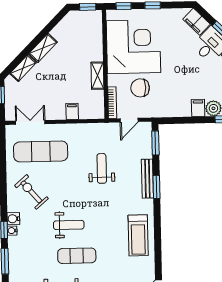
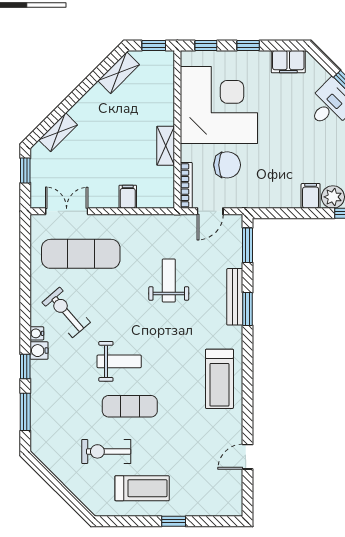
filing cabinet: (197, 22) -> (288, 62), moved, turned -45
shelving: (43, 48) -> (119, 73), moved
chair: (140, 88) -> (227, 165), turned 180
water cooler: (12, 231) -> (37, 333), moved

